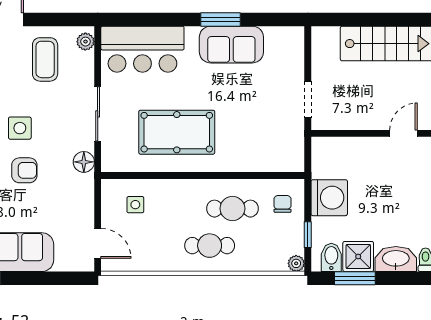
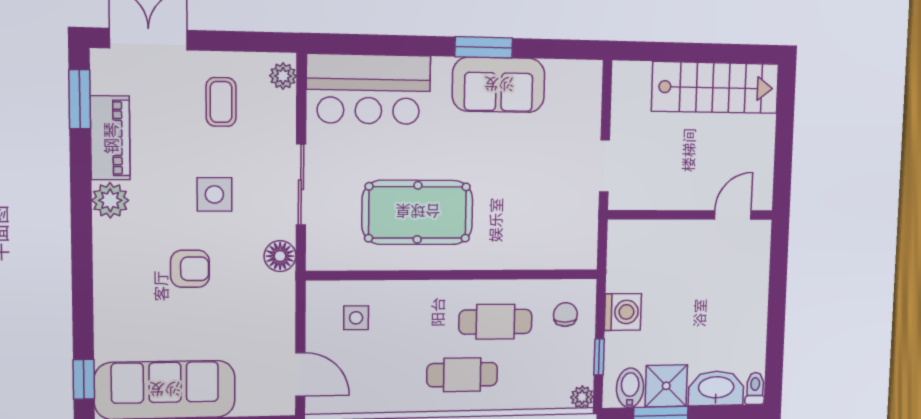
coffee table: (45, 59) -> (221, 102), width x0.73, depth x0.77
side table: (20, 128) -> (214, 194), moved
washing machine: (329, 198) -> (623, 312), width x0.73, depth x0.73

